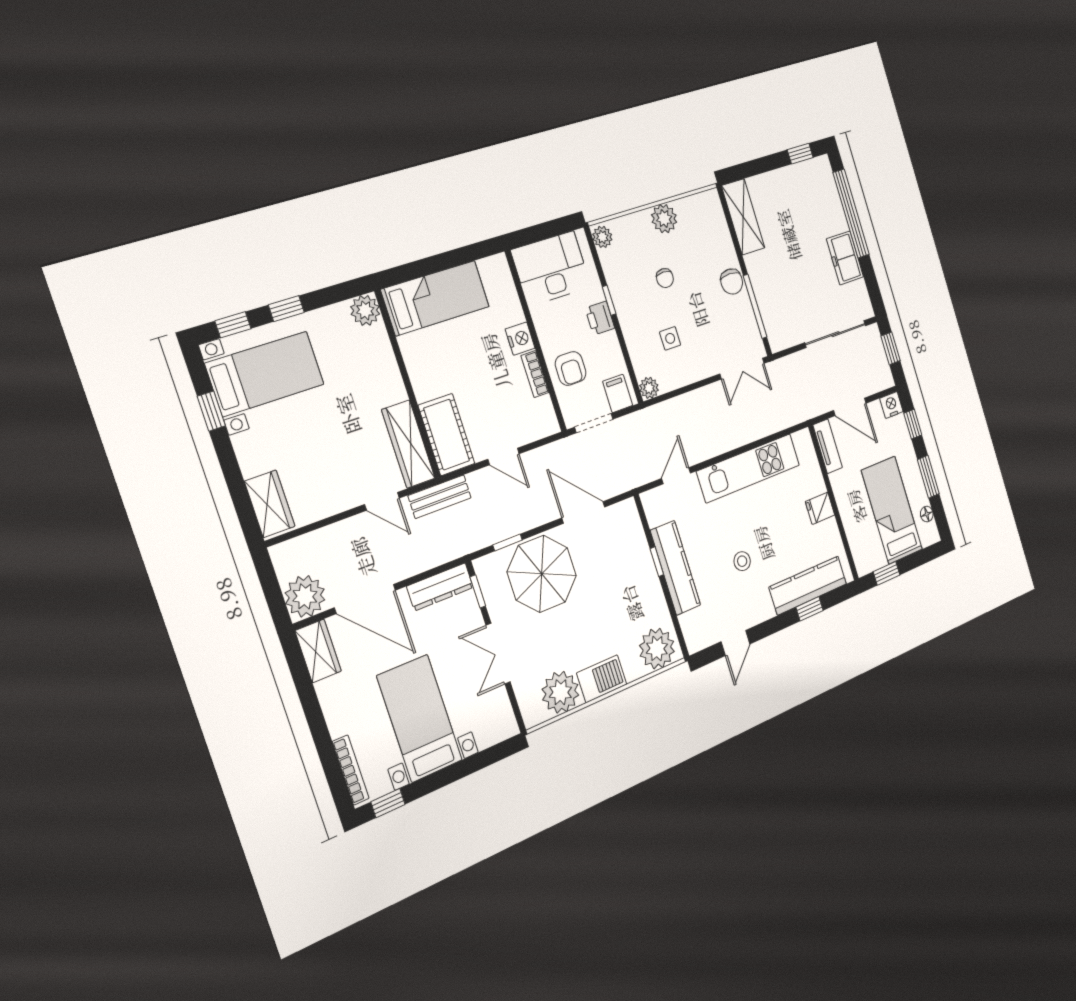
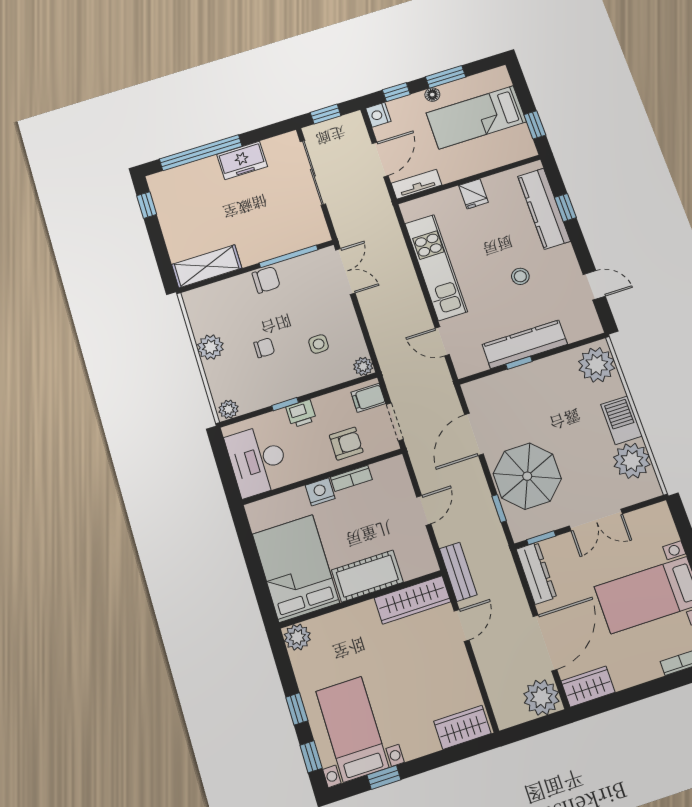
bed: (435, 298) -> (296, 568), width x1.50
cot: (447, 435) -> (367, 576), moved
floor lamp: (927, 514) -> (432, 95), moved

